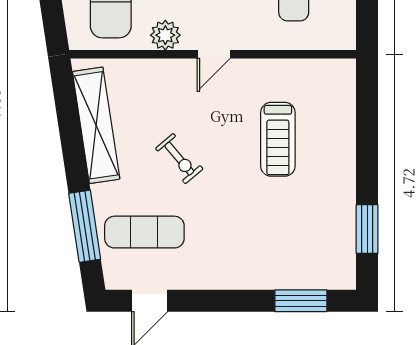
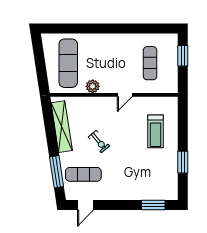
door: (214, 54) -> (125, 95), moved
treadmill: (278, 139) -> (156, 131), moved
window: (367, 229) -> (183, 162), moved

